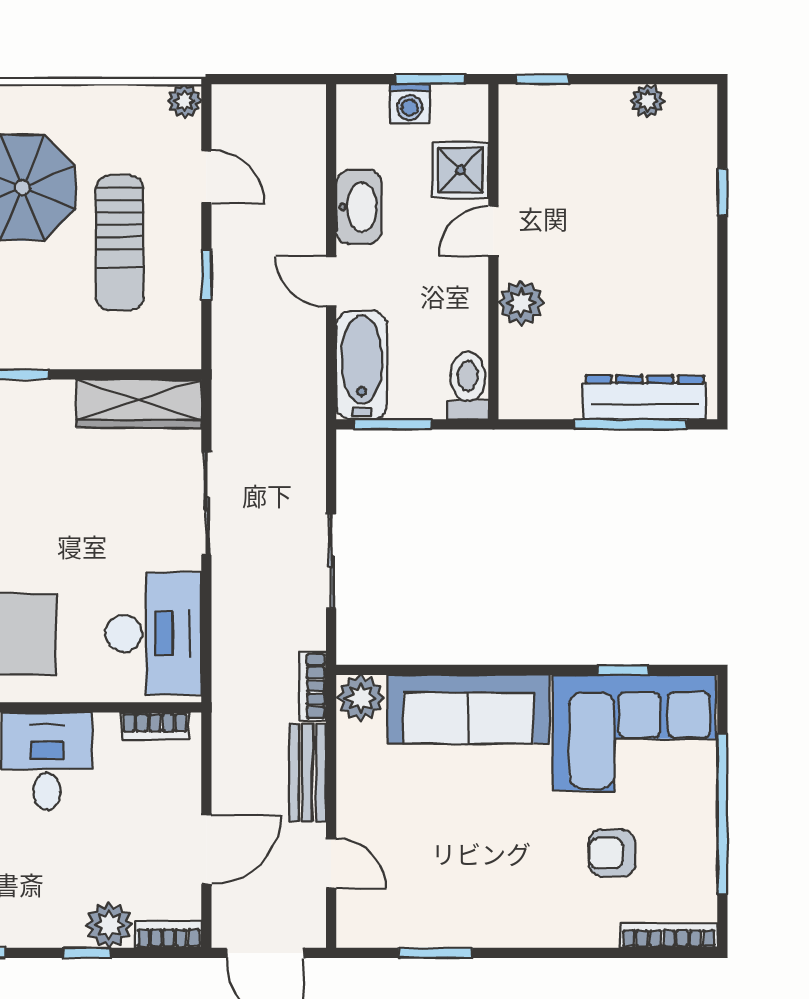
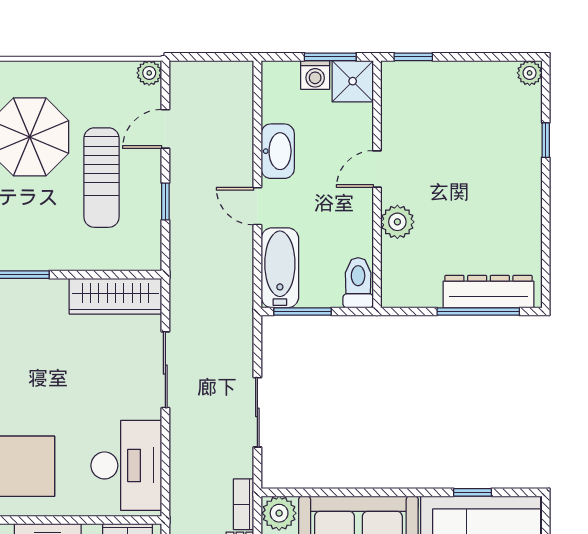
plant: (647, 101) -> (530, 73), moved
shower: (460, 170) -> (353, 81), moved
door: (206, 177) -> (165, 129), swing flipped

